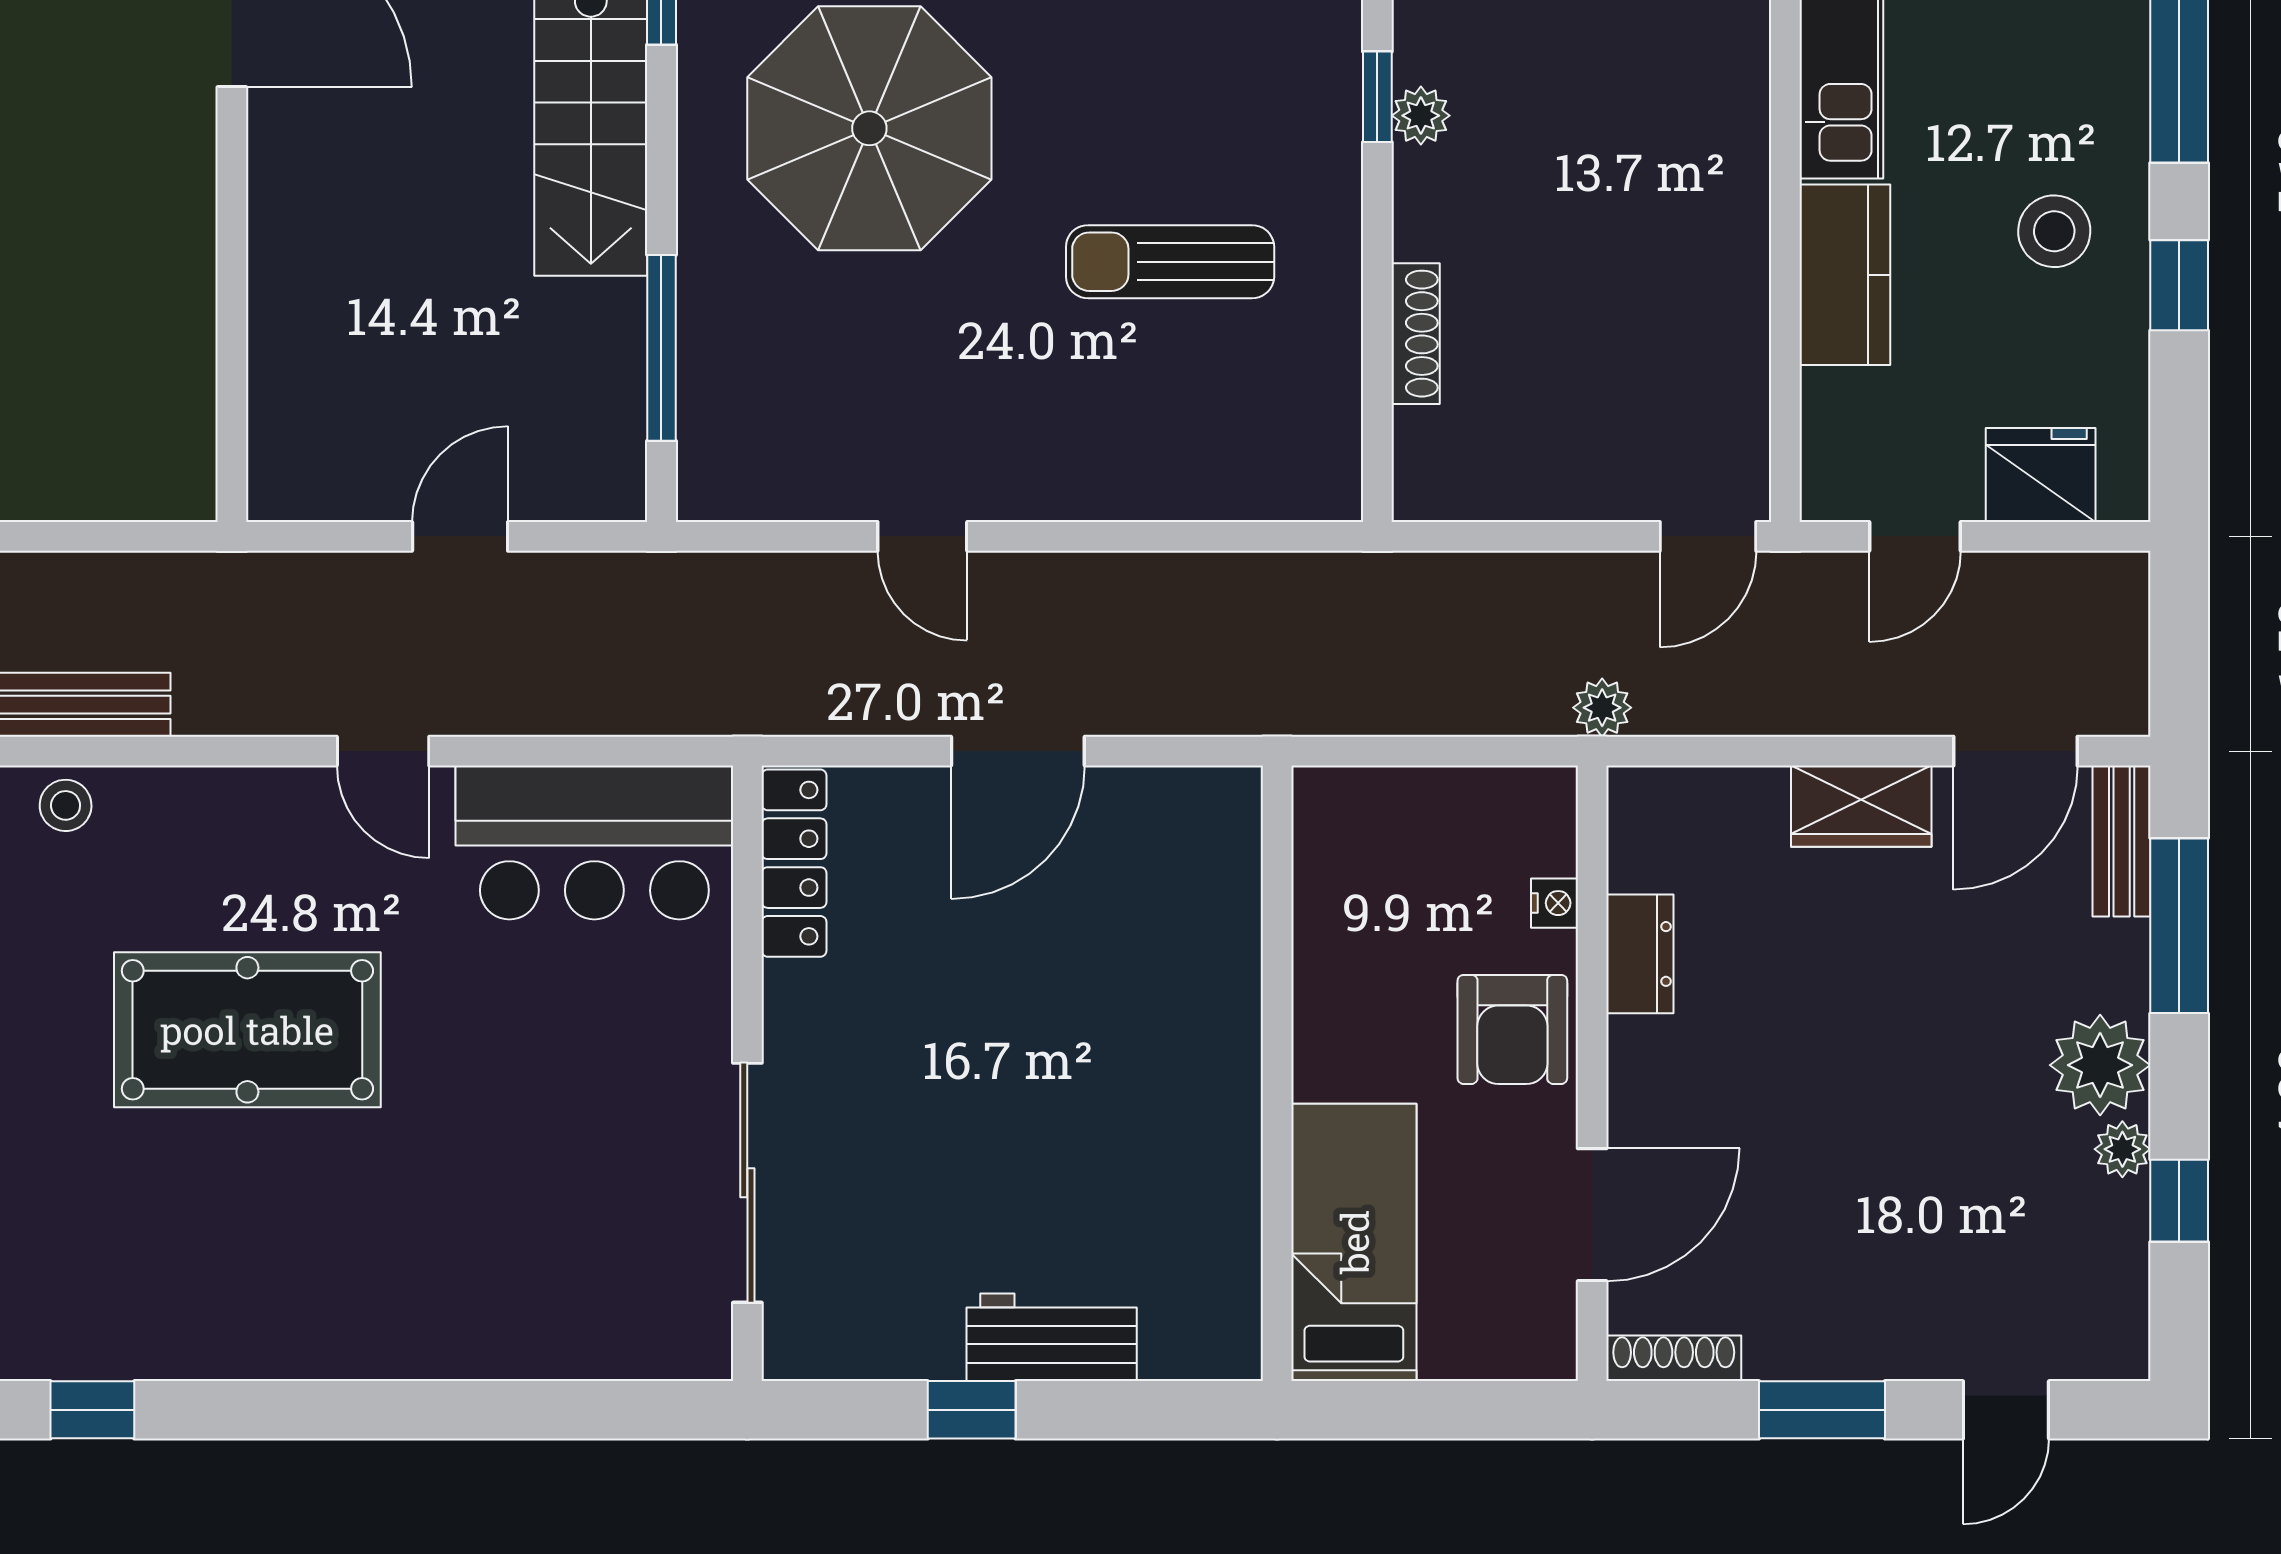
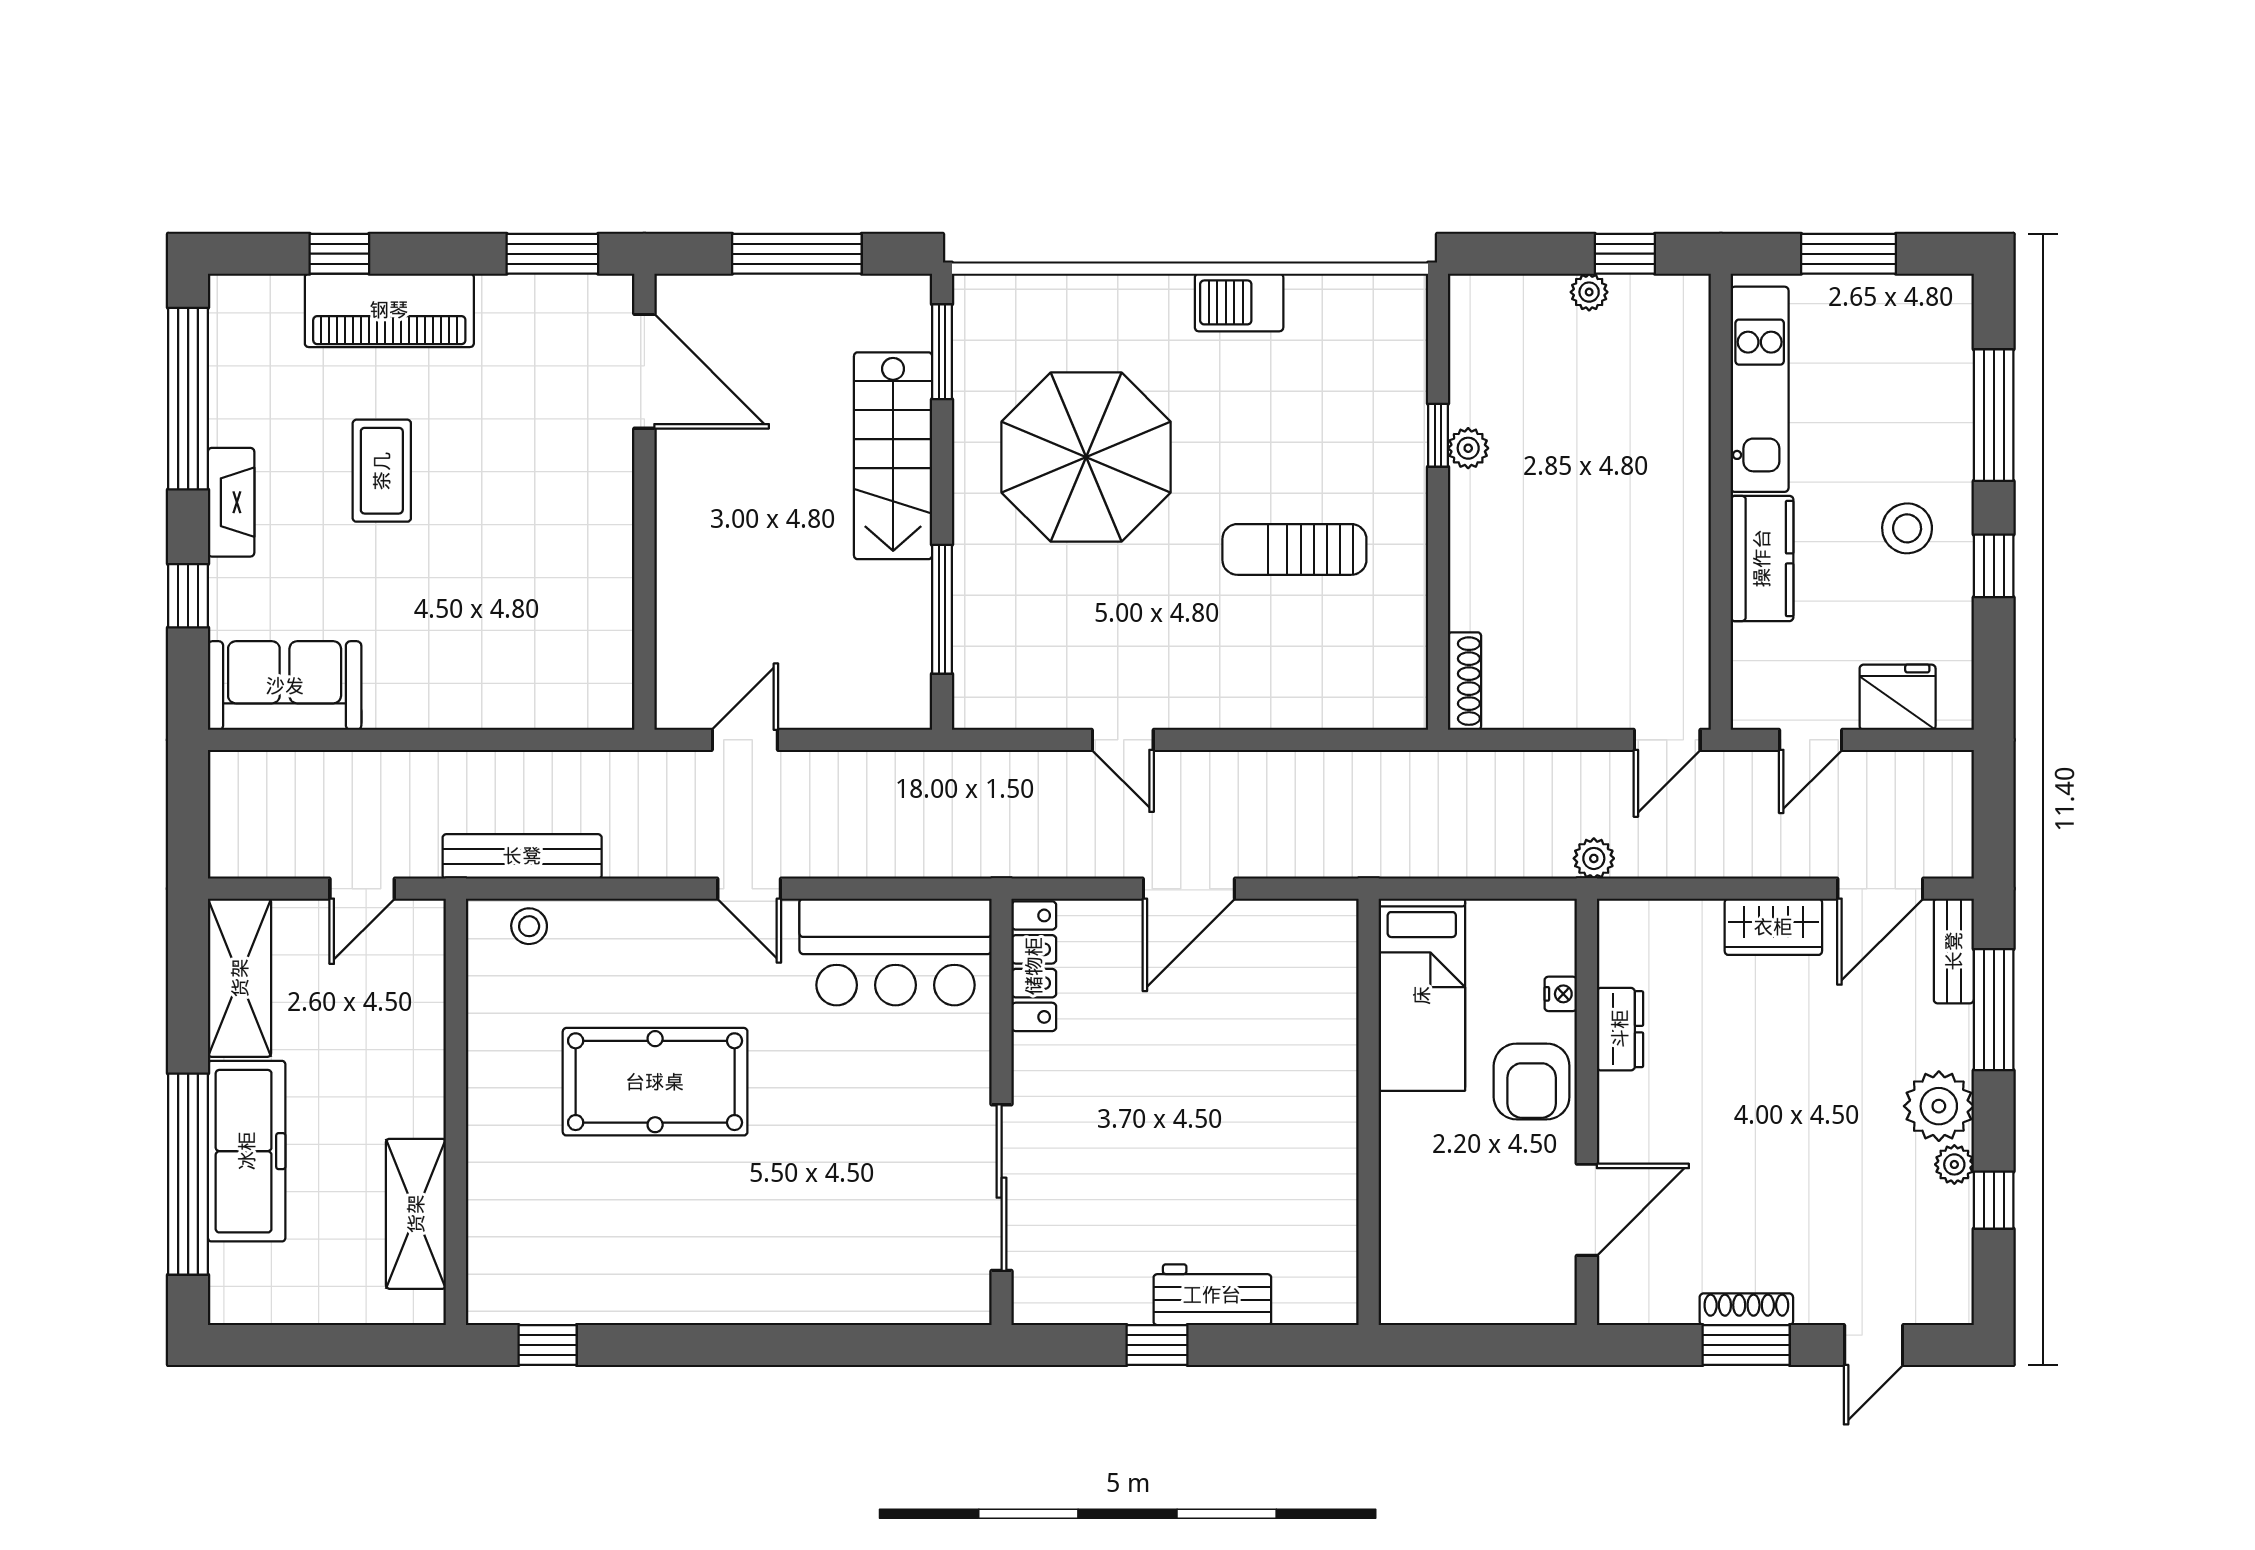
shoe rack: (1416, 334) -> (1465, 681), moved
door: (460, 536) -> (745, 740), moved
bed: (1354, 1242) -> (1422, 995), moved, turned 180
shoe rack: (1674, 1358) -> (1746, 1309), moved

